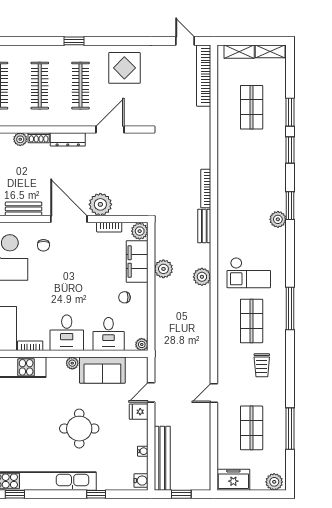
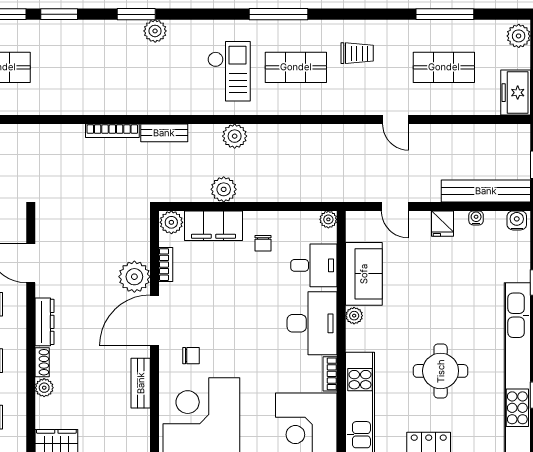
desk: (67, 333) -> (312, 323), width x1.37
fridge: (139, 412) -> (442, 224), moved
round table: (79, 429) -> (441, 371), moved

